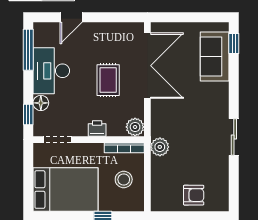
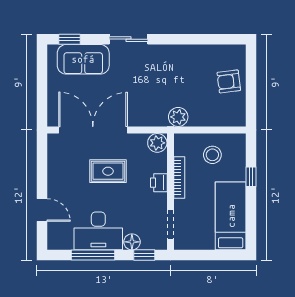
window: (28, 50) -> (93, 255), moved
sliding door: (234, 137) -> (128, 39), moved
bookcase: (124, 148) -> (179, 178), moved
bed: (65, 190) -> (231, 216), width x0.67
armchair: (194, 195) -> (229, 81), turned -97

